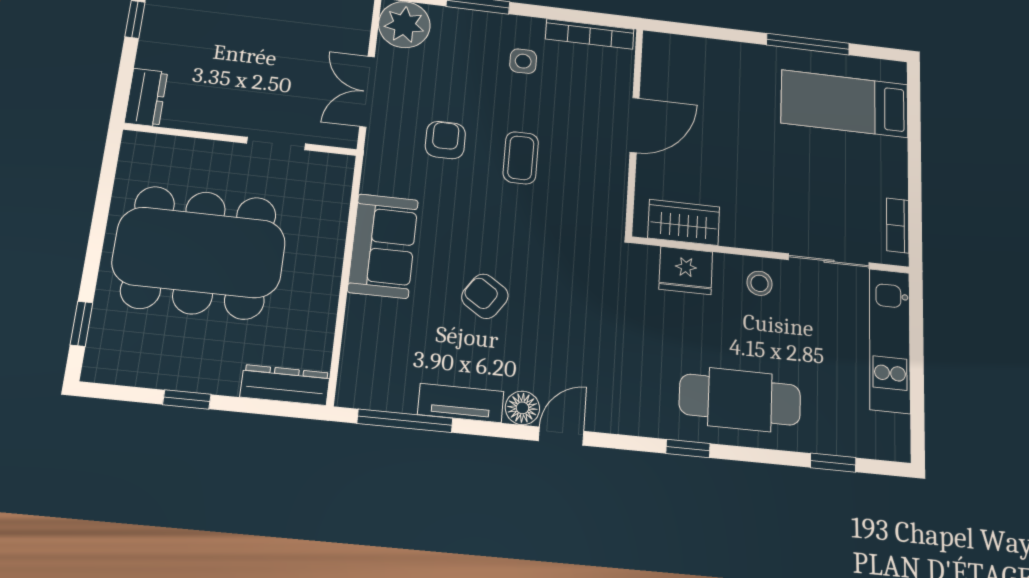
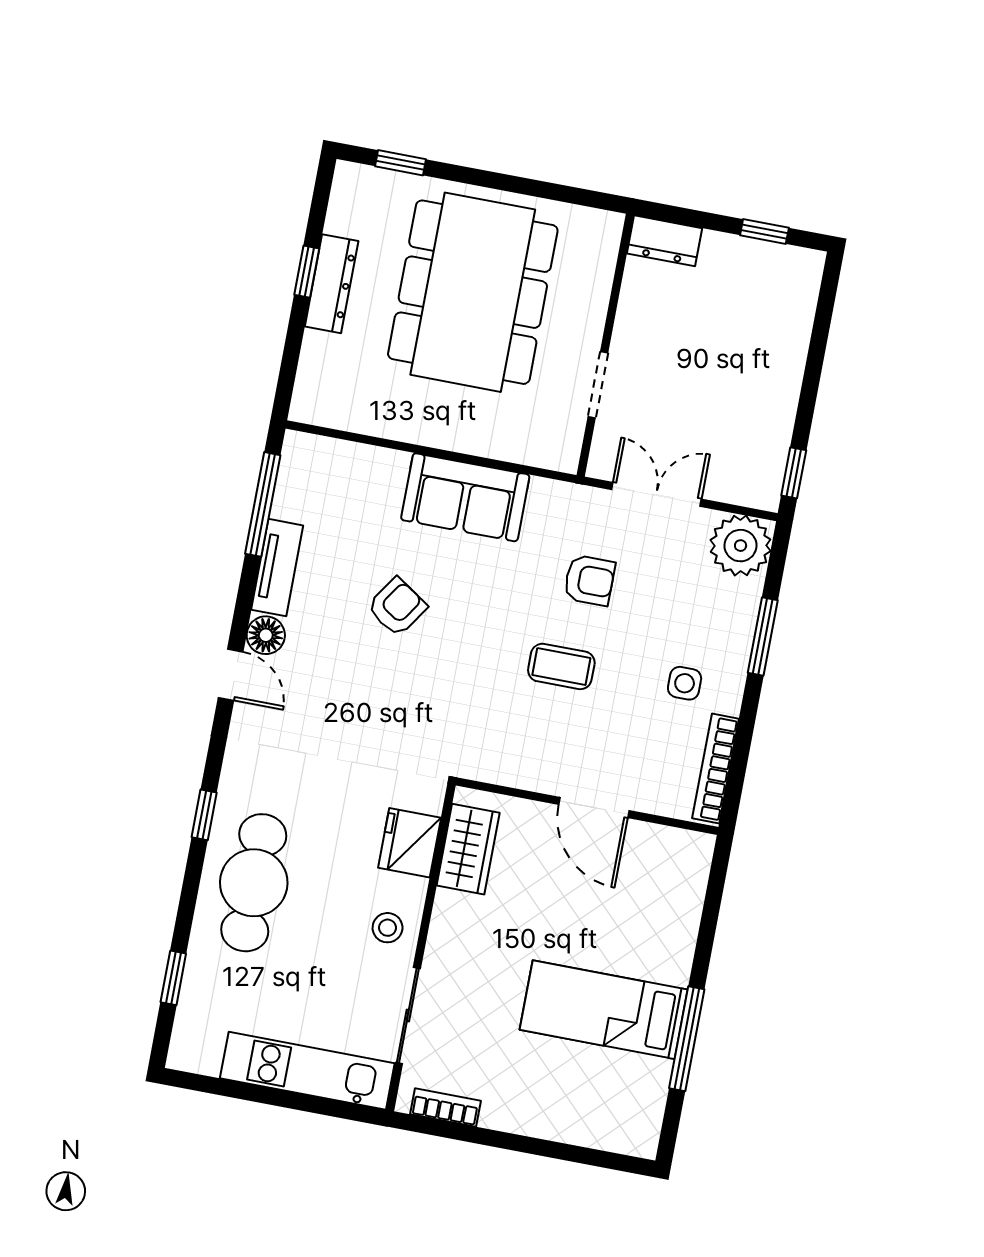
bed: (845, 104) -> (604, 1010), moved, turned -90
dresser: (285, 385) -> (332, 284), moved

